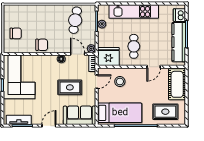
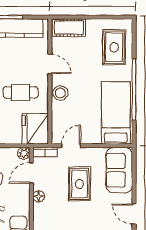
door: (97, 82) -> (71, 146), hinge flipped
stool: (120, 82) -> (60, 93), moved
cot: (177, 84) -> (69, 28), width x0.73, depth x0.75

